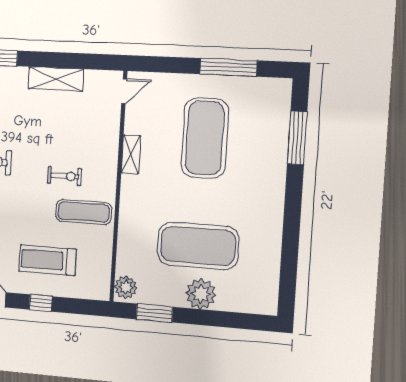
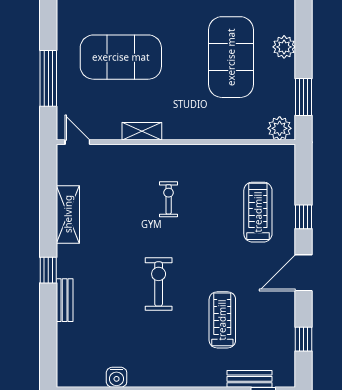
window: (228, 67) -> (48, 78), moved
exercise mat: (84, 212) -> (205, 177), removed
treadmill: (48, 260) -> (258, 212), turned 180
plant: (201, 294) -> (284, 47), width x0.73, depth x0.73

